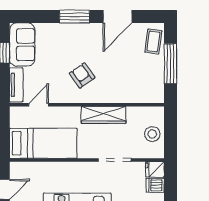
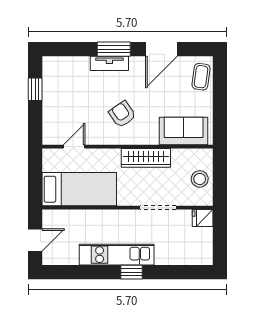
sofa: (22, 45) -> (184, 131), moved, turned -90
window: (170, 64) -> (220, 101), removed
tv unit: (16, 85) -> (109, 63), moved, turned 90
dishwasher: (155, 185) -> (203, 236), removed

